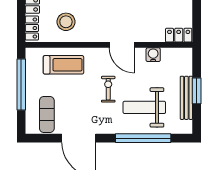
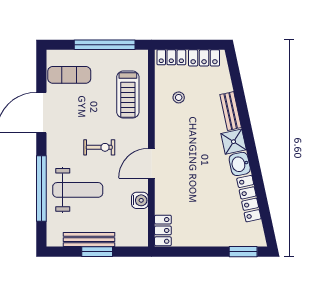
stool: (66, 22) -> (179, 97), width x0.53, depth x0.53
weight bench: (144, 107) -> (78, 190), turned 90

